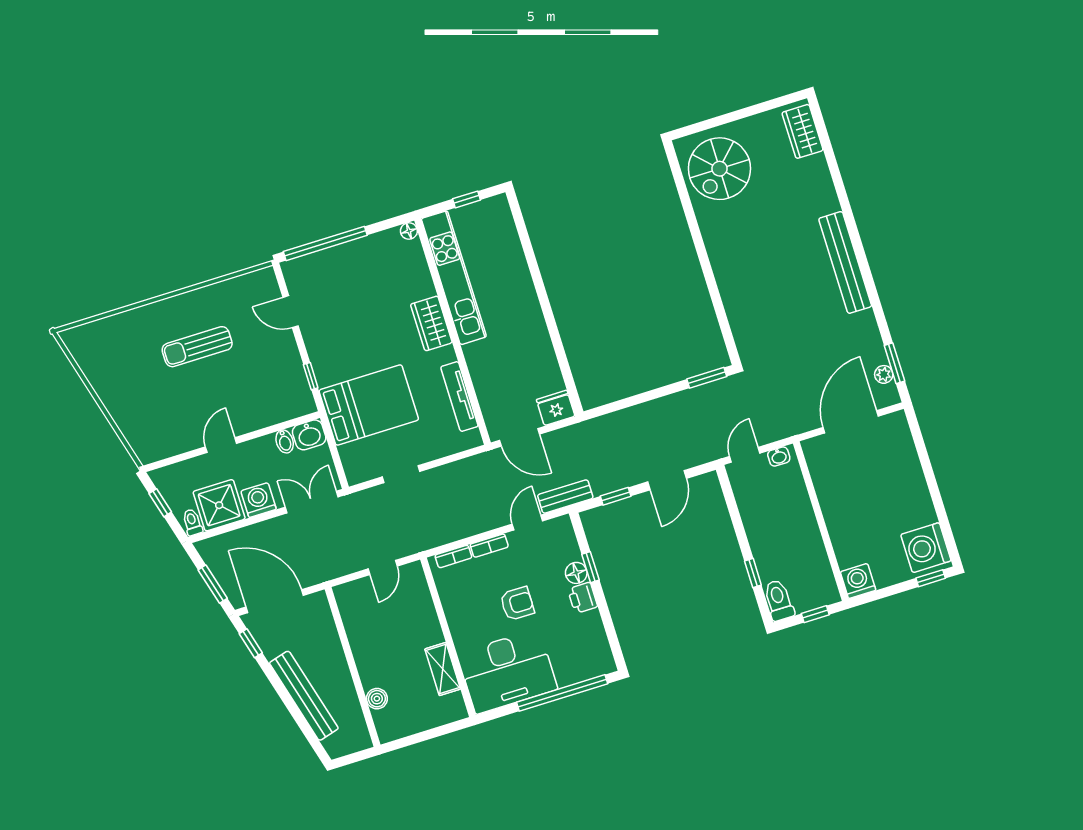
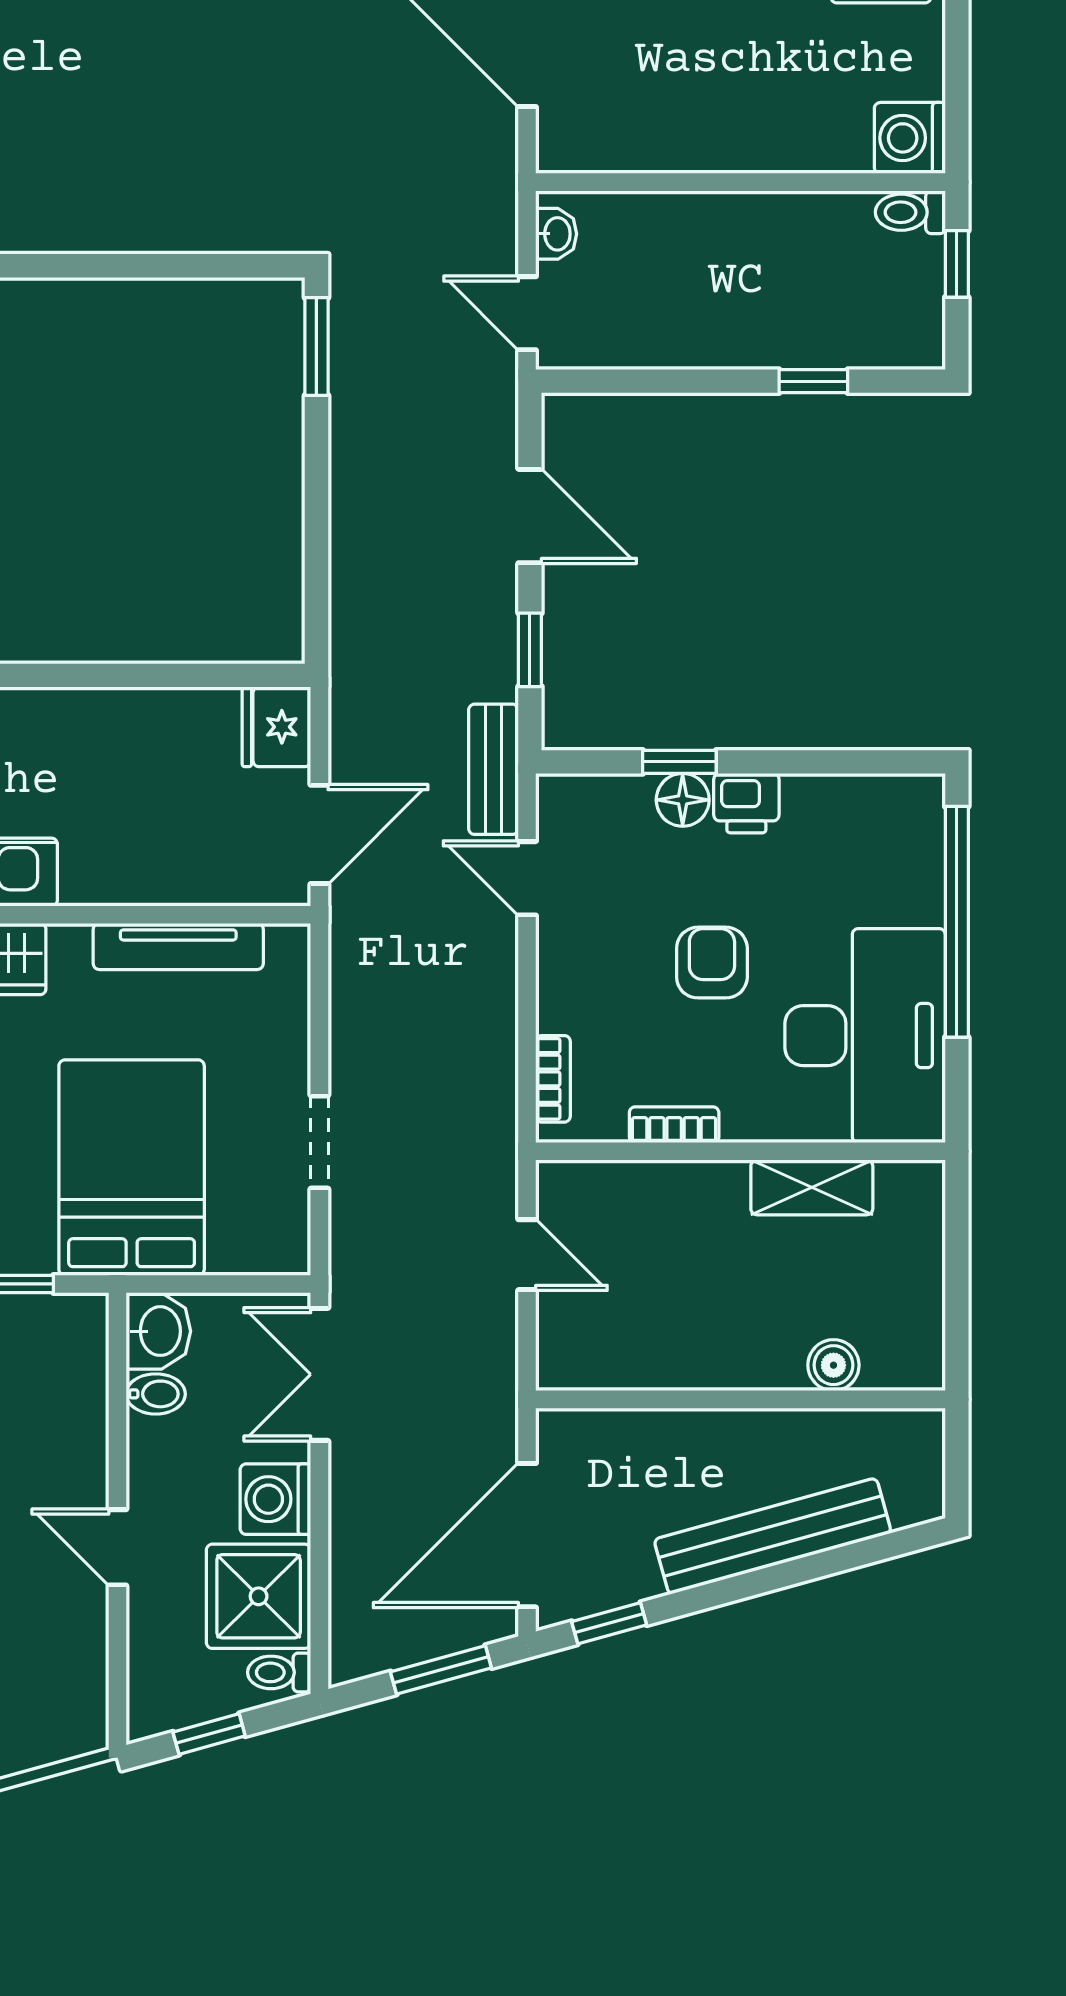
bookcase: (489, 546) -> (674, 1125), moved, turned -90
toilet: (779, 600) -> (910, 212), moved, width x0.73, depth x0.72

